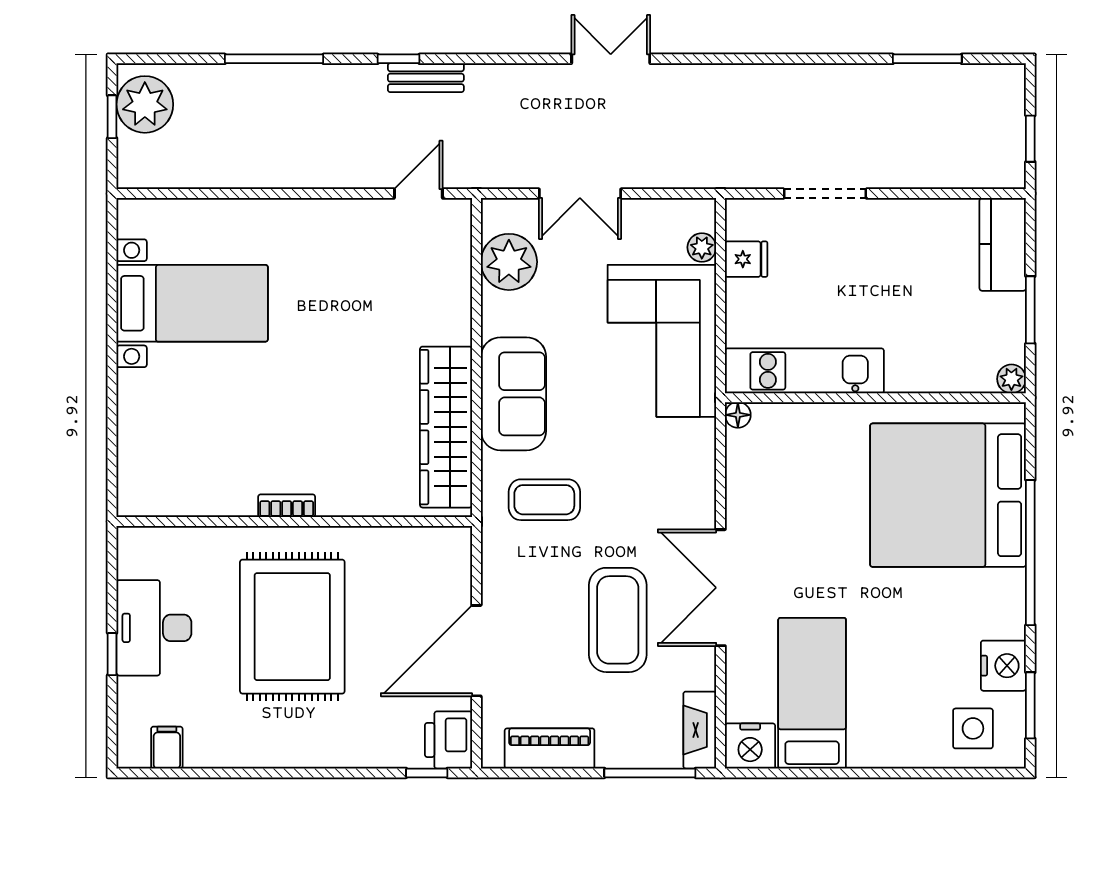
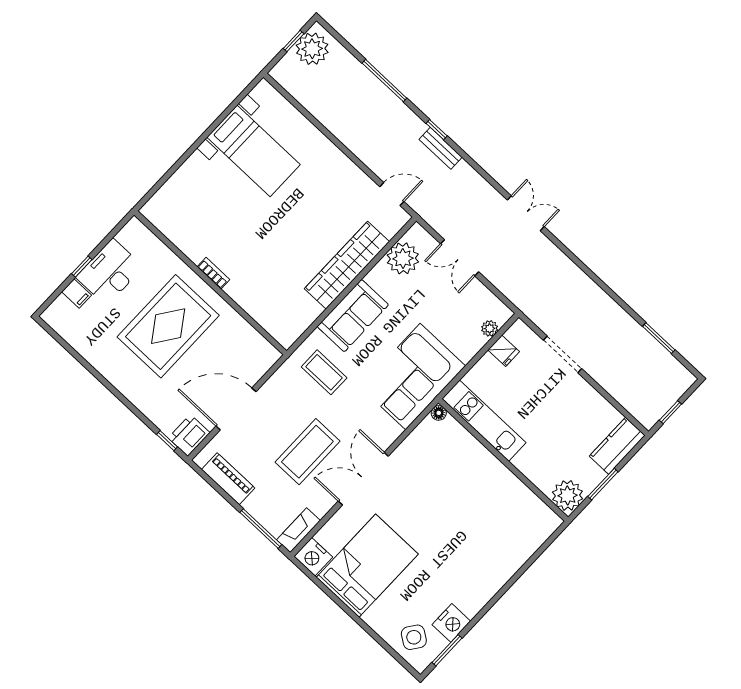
corner sofa: (662, 341) -> (413, 377), moved
plant: (1011, 379) -> (568, 495), width x1.87, depth x1.87
wardrobe: (446, 427) -> (347, 265), moved
bed: (948, 495) -> (495, 529), removed
window: (1030, 553) -> (507, 586), removed
bed: (812, 693) -> (367, 566), width x1.50
side table: (973, 728) -> (414, 637), turned 35
filing cabinet: (167, 748) -> (77, 293), moved, turned 90

